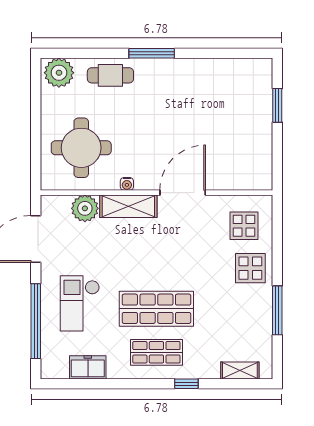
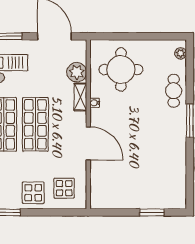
plant: (59, 73) -> (181, 53), width x0.53, depth x0.53
shelving: (128, 206) -> (80, 97), width x0.67, depth x0.75
shop shelf: (156, 265) -> (35, 124), added

